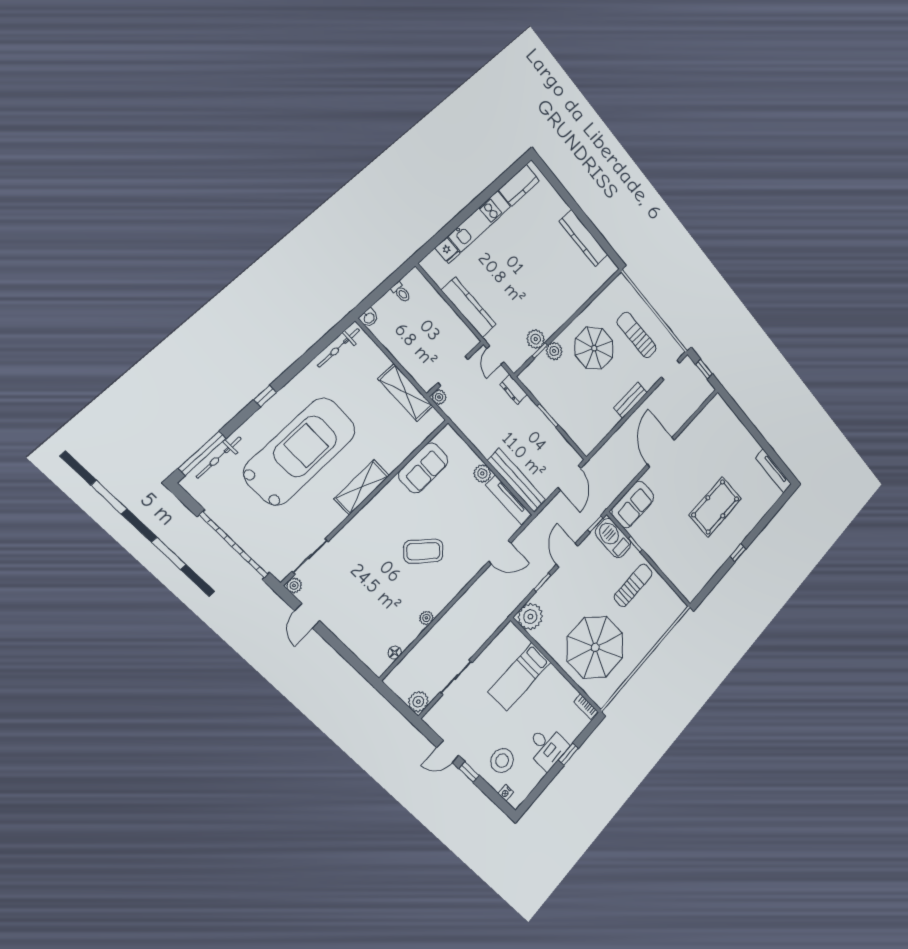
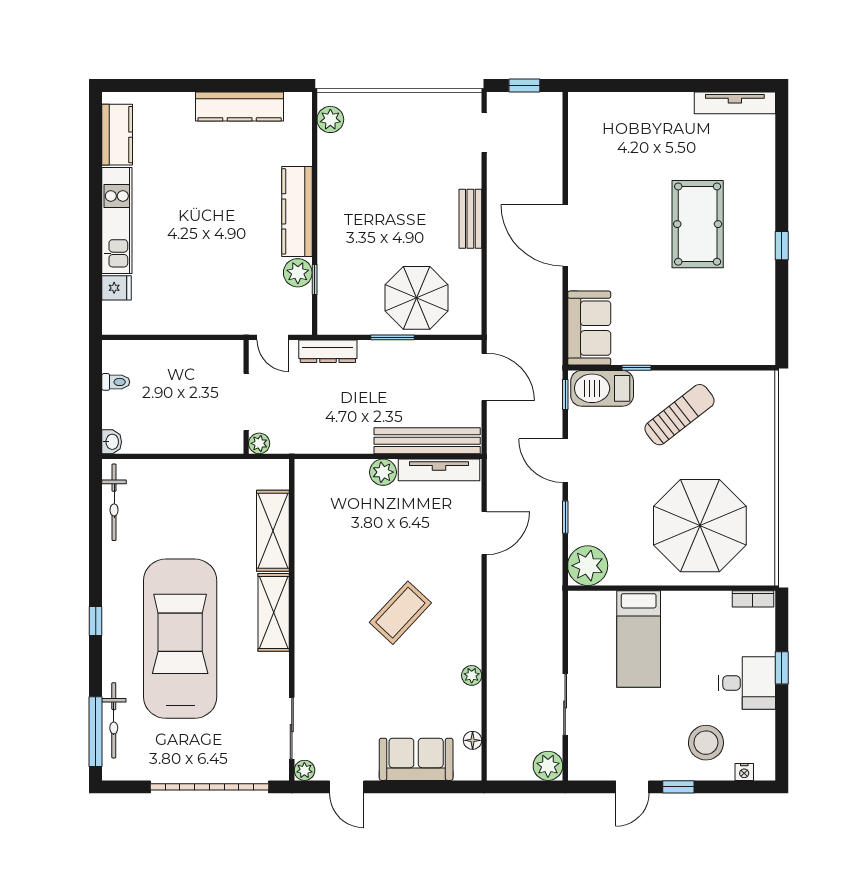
kitchen counter: (469, 307) -> (297, 211), moved, turned -90
sun lounger: (637, 335) -> (405, 140), removed
parasol: (594, 348) -> (417, 298), moved
plant: (554, 351) -> (330, 119), moved
dresser: (513, 390) -> (328, 351), width x1.44
shelving: (406, 393) -> (273, 531), moved, turned 90
sofa: (423, 468) -> (416, 759), moved, turned -90
sun lounger: (633, 585) -> (680, 415), turned 52

